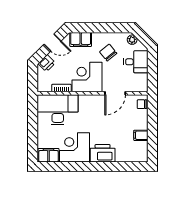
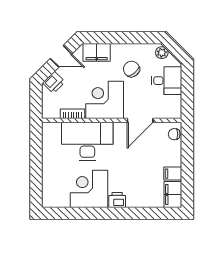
desk: (58, 110) -> (87, 141), moved
printer: (103, 153) -> (117, 200), width x0.53, depth x0.68
filing cabinet: (49, 155) -> (173, 194), moved, turned -90

